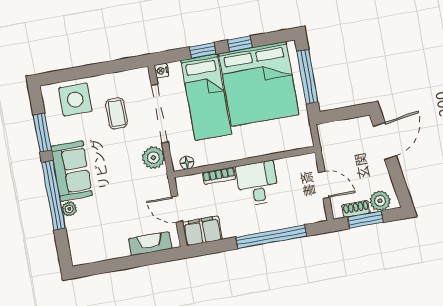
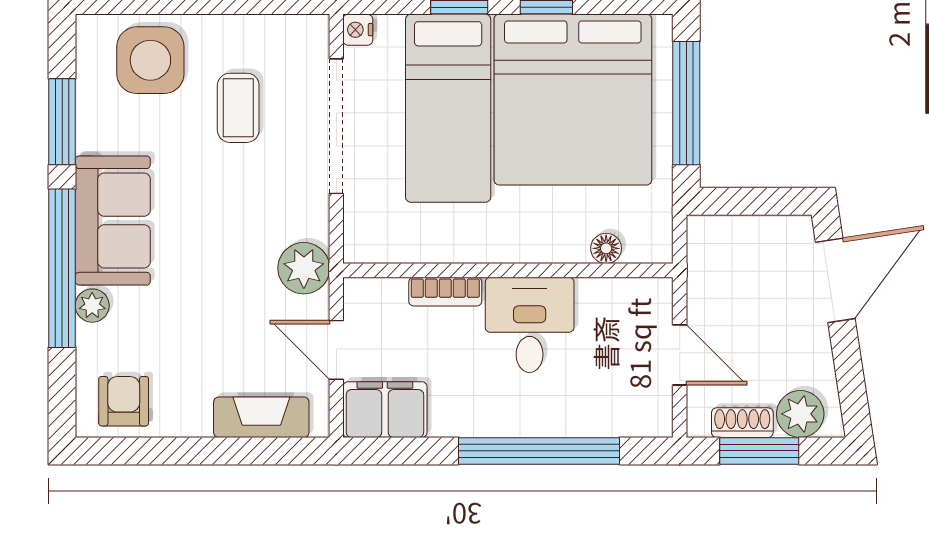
plant: (153, 158) -> (304, 268), moved
floor lamp: (187, 163) -> (606, 248), moved
armchair: (90, 247) -> (124, 401), added

